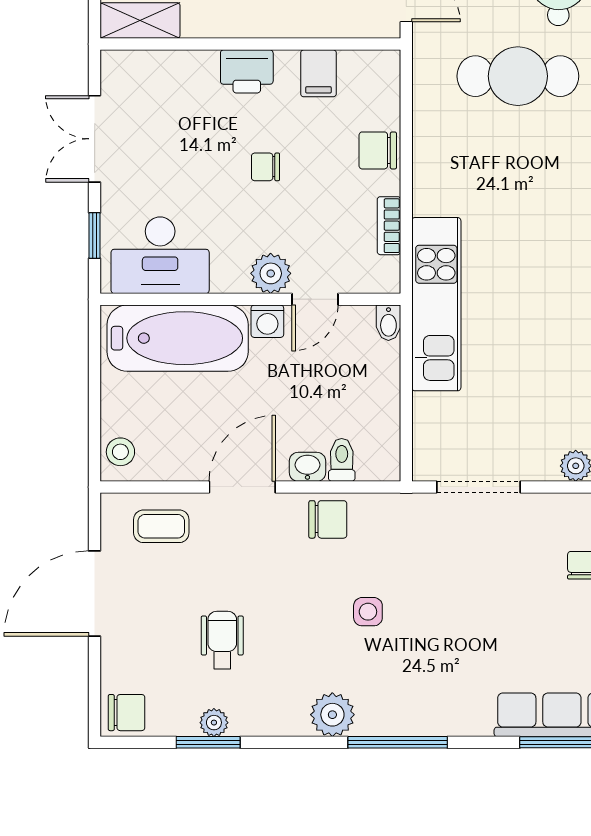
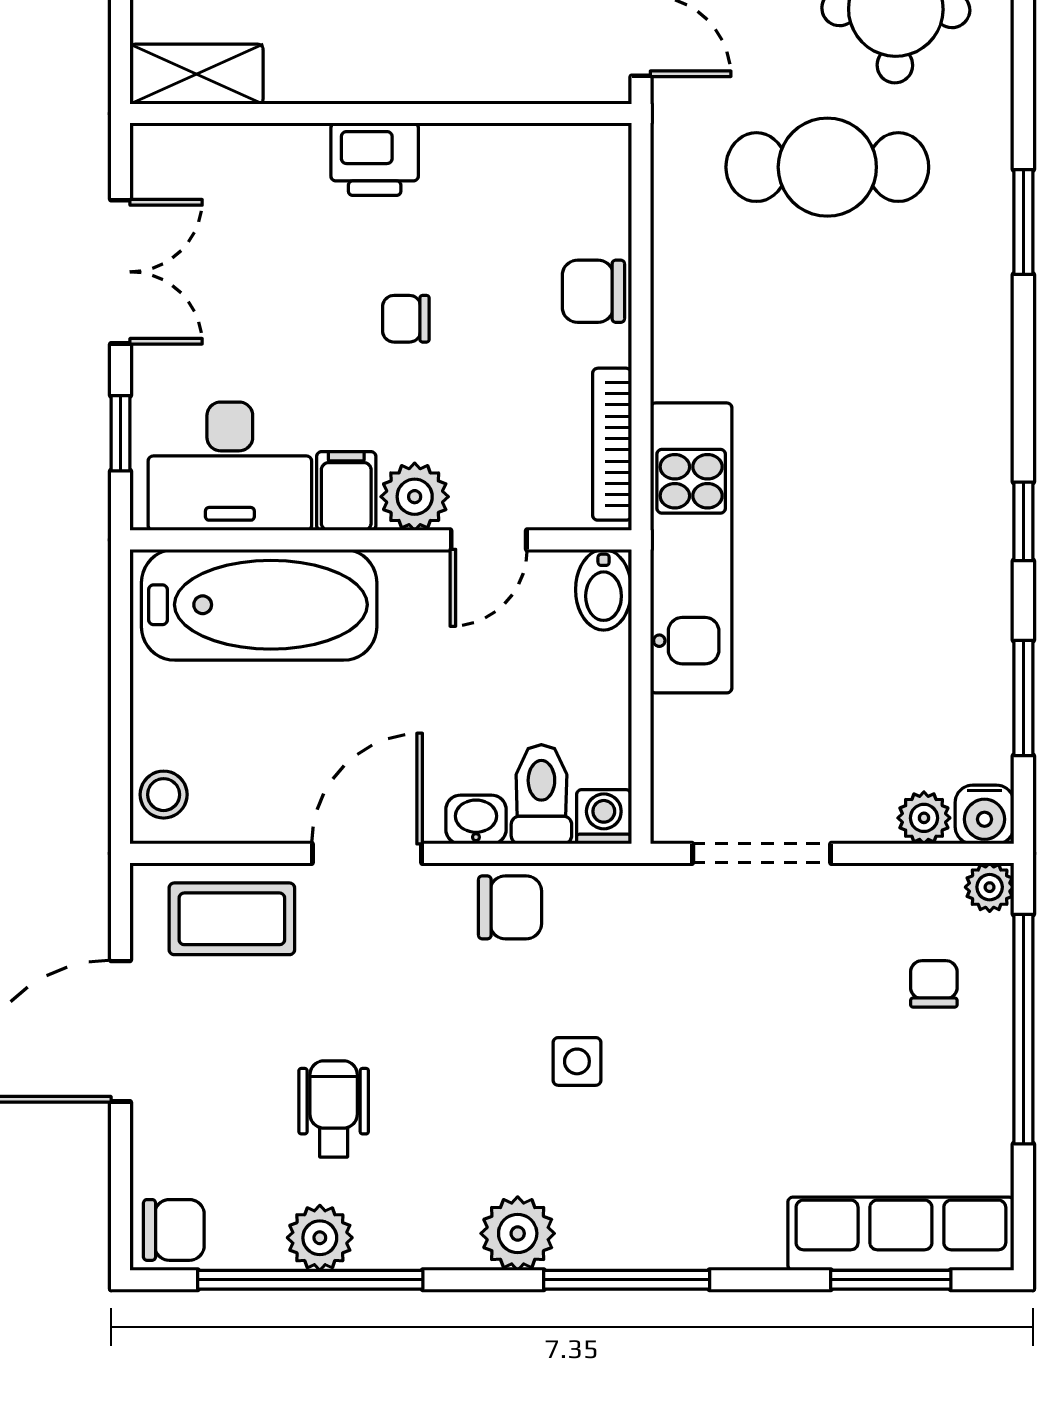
filing cabinet: (318, 73) -> (346, 491), moved, turned 180
double door: (95, 139) -> (121, 272), swing flipped
bookcase: (389, 226) -> (612, 444), width x1.56
washing machine: (267, 321) -> (604, 817), moved, turned 180
bidet: (388, 323) -> (604, 590), width x1.38, depth x1.36
toilet: (342, 460) -> (541, 794), width x1.37, depth x1.39
coffee table: (161, 526) -> (232, 919), width x1.36, depth x1.30
plant: (214, 723) -> (320, 1238), width x1.38, depth x1.38
window: (208, 742) -> (310, 1280), width x2.11

